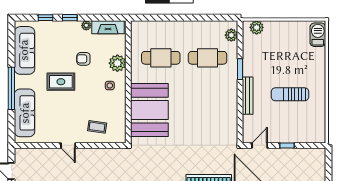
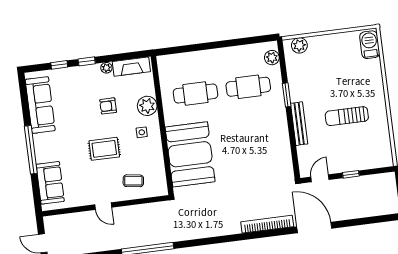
rug: (61, 82) -> (104, 149), moved
sofa: (25, 113) -> (50, 183), width x0.73

